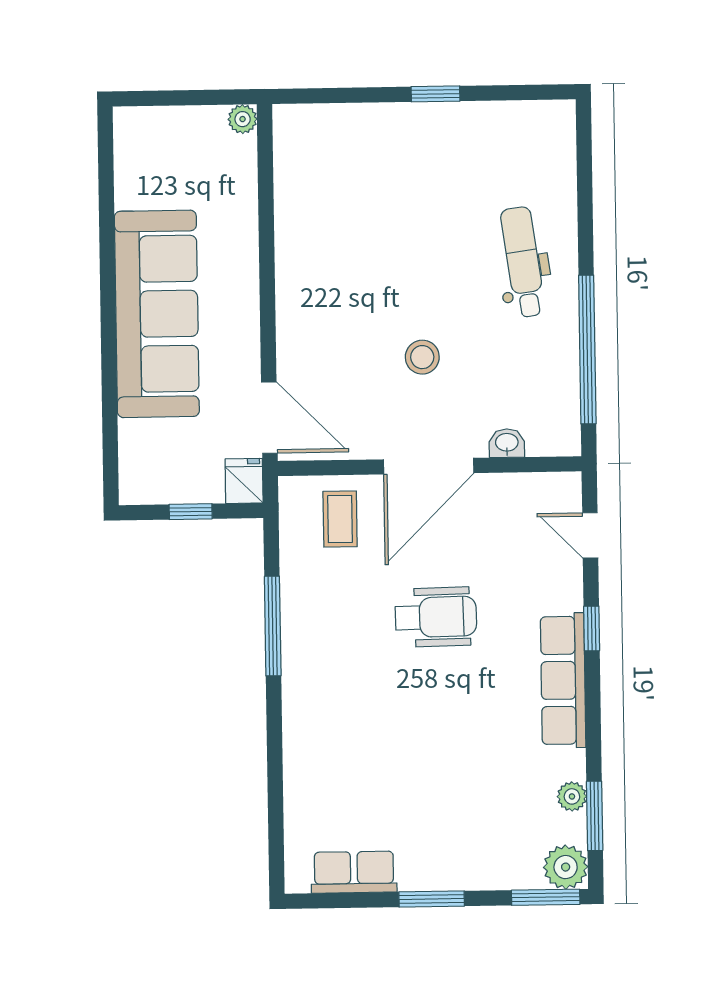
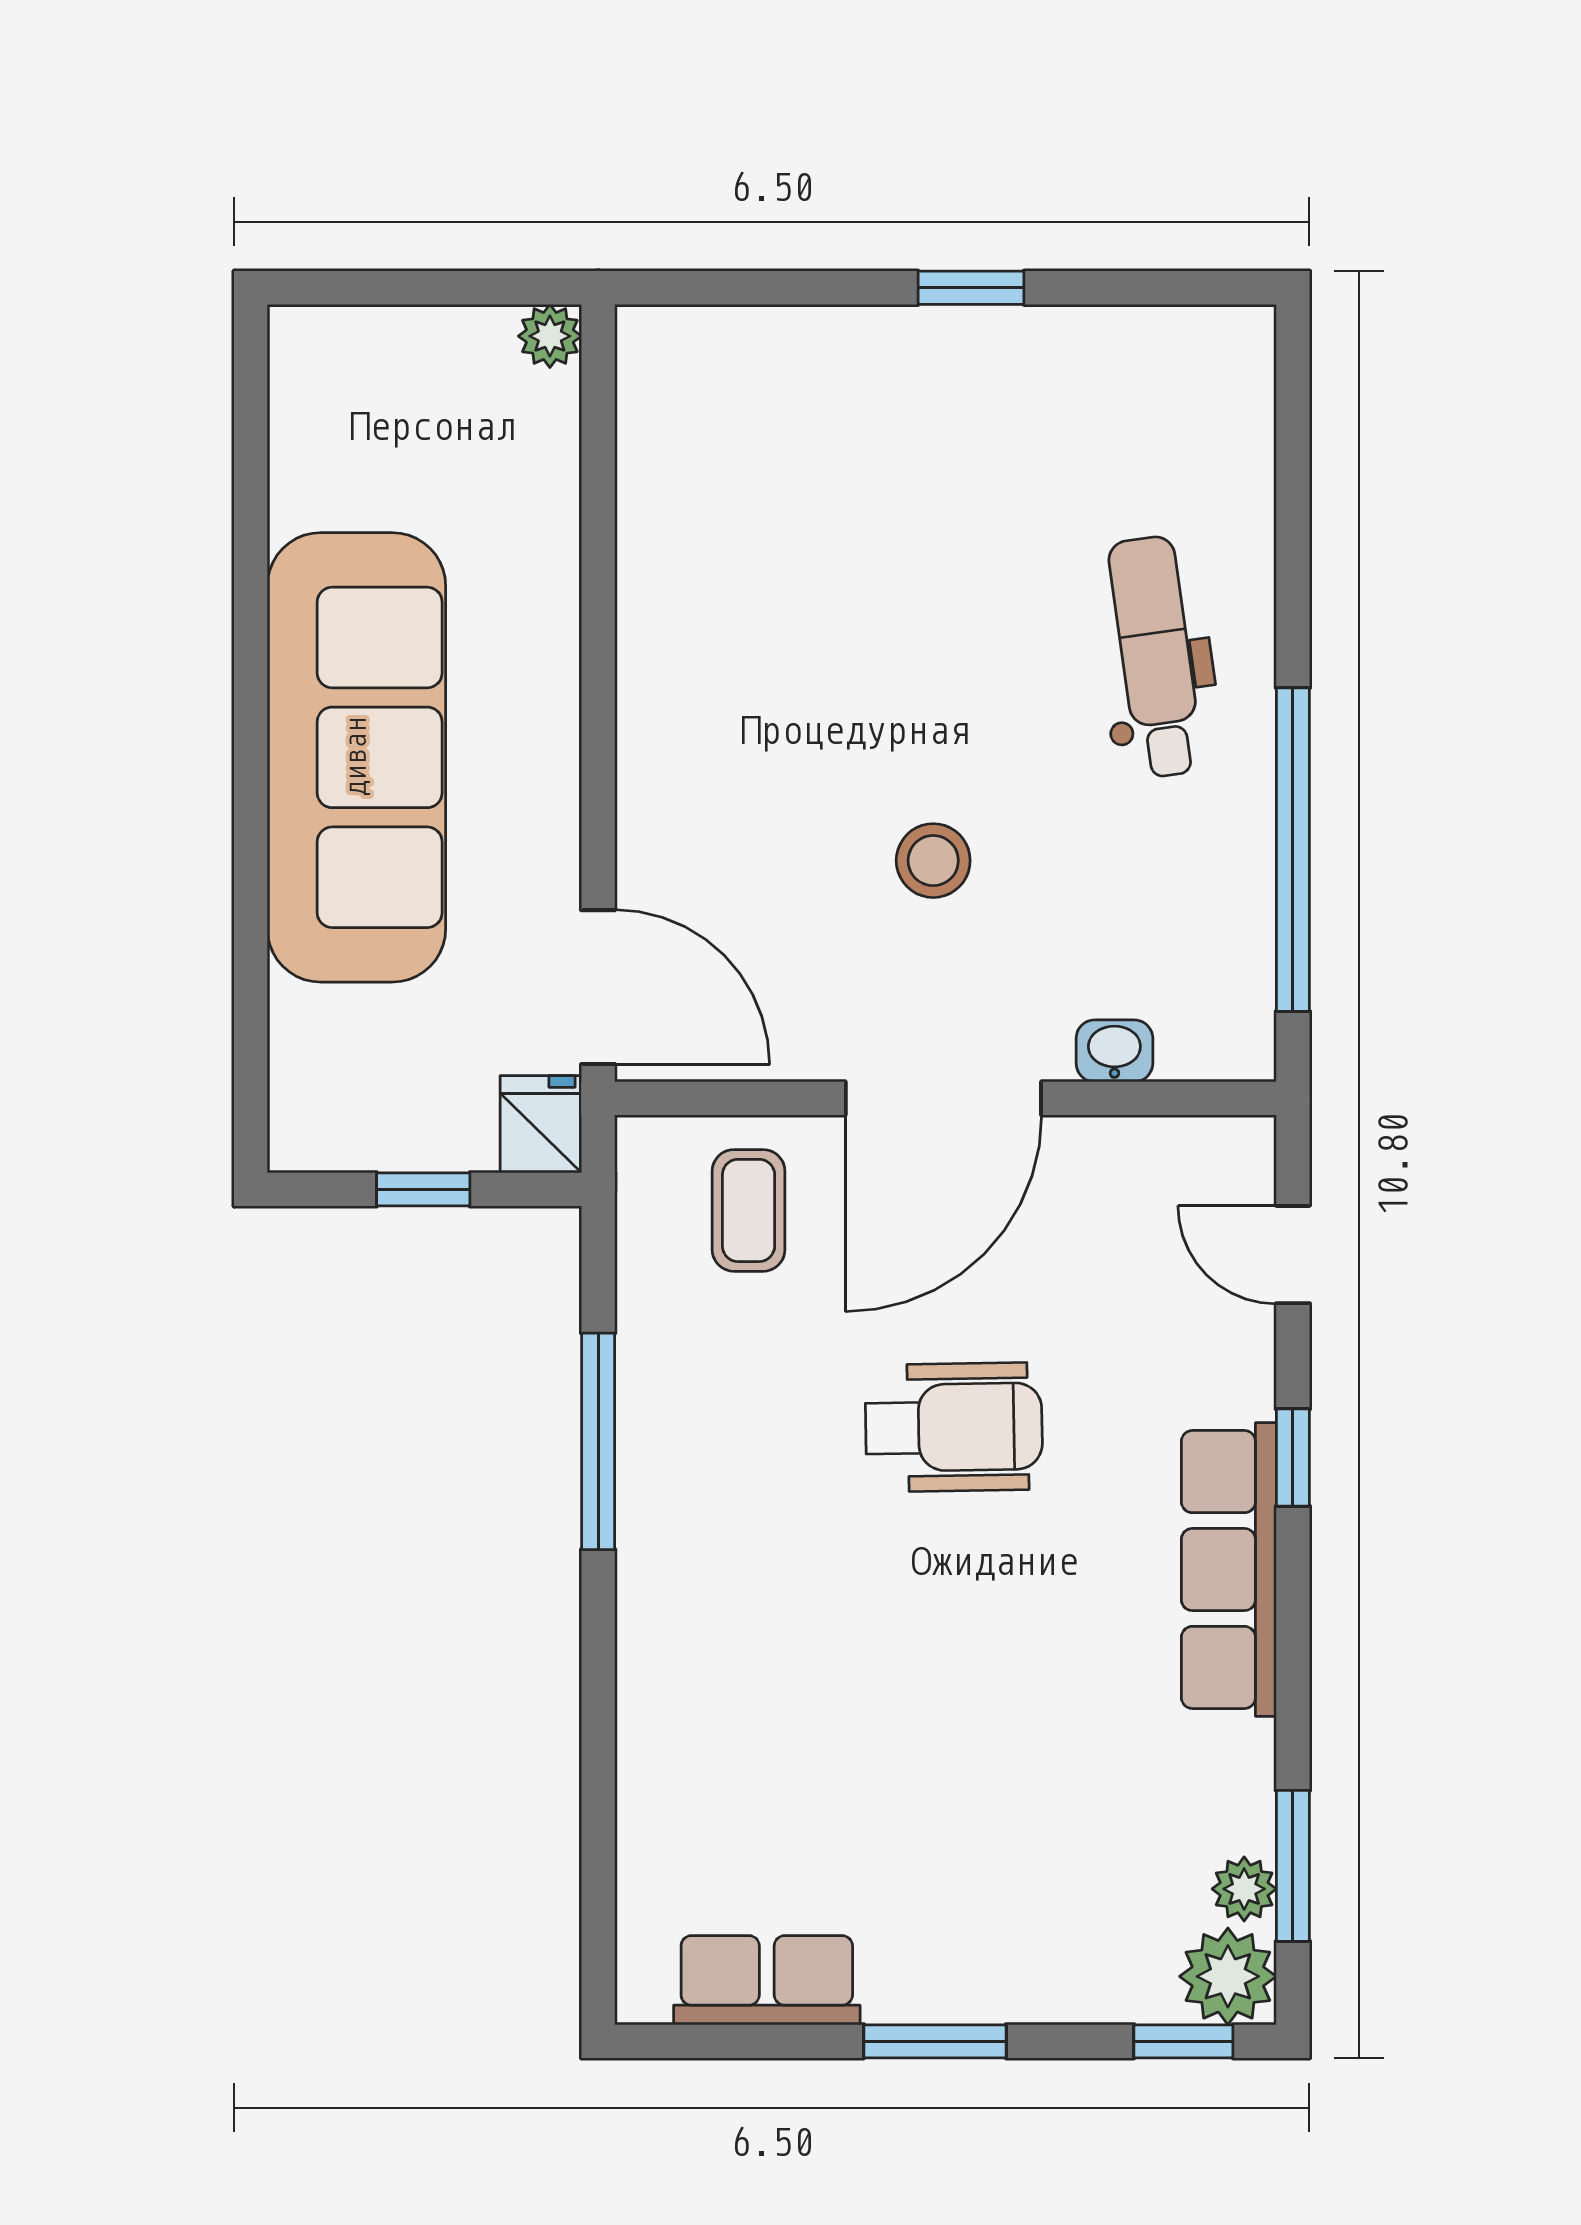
plant: (572, 796) -> (1244, 1889), moved
window: (546, 897) -> (1183, 2041), width x0.67

